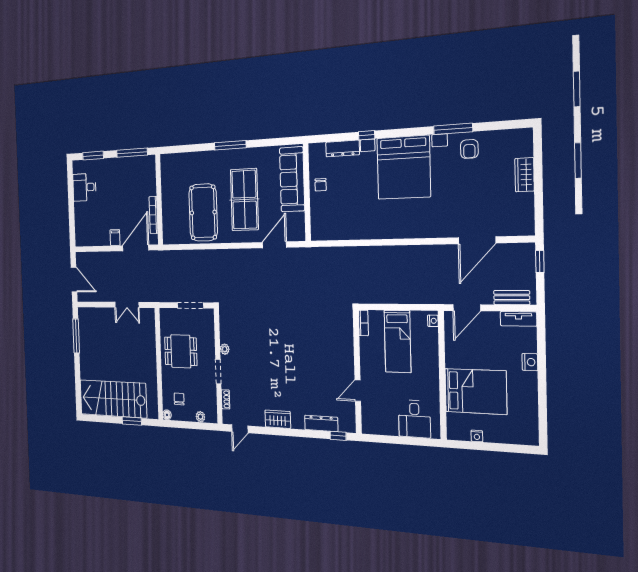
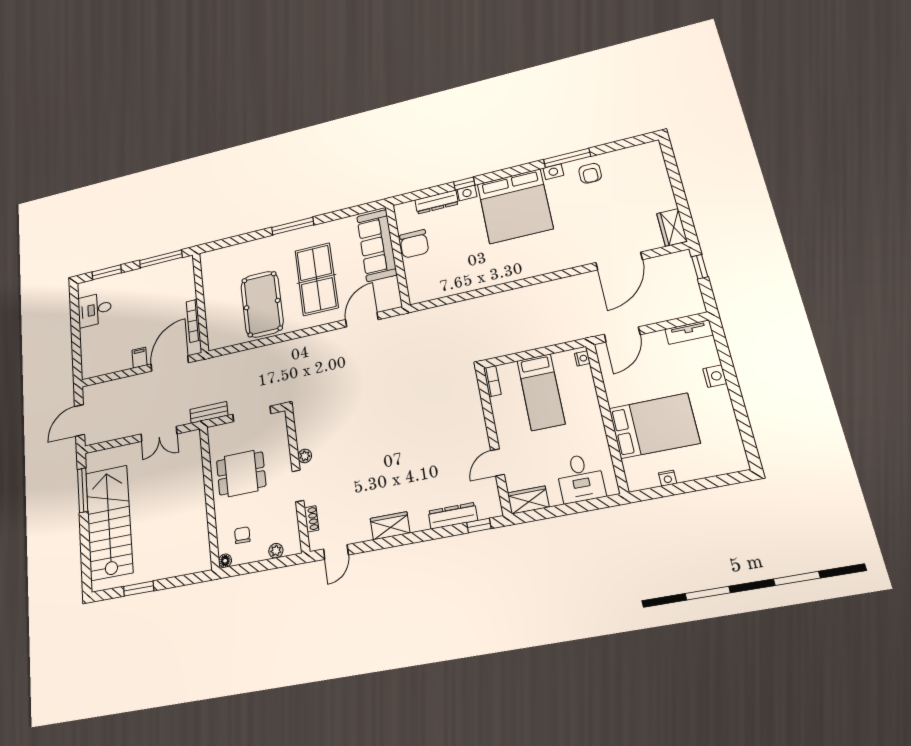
wardrobe: (525, 175) -> (672, 227), moved
chair: (321, 185) -> (414, 244), width x1.87, depth x1.87
door: (74, 280) -> (80, 420), swing flipped
bench: (512, 298) -> (209, 412), moved
stairs: (113, 399) -> (109, 522), moved, turned 90
window: (132, 421) -> (139, 589), moved
wardrobe: (375, 426) -> (528, 500), added

